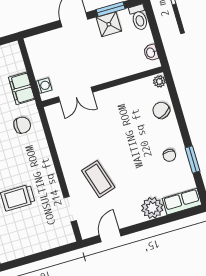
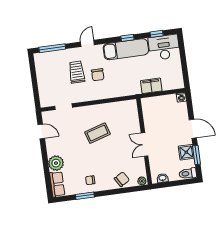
washing machine: (44, 86) -> (181, 97), moved
double door: (75, 95) -> (145, 144), moved
chair: (22, 125) -> (98, 75), moved
coffee table: (98, 179) -> (97, 133), moved

